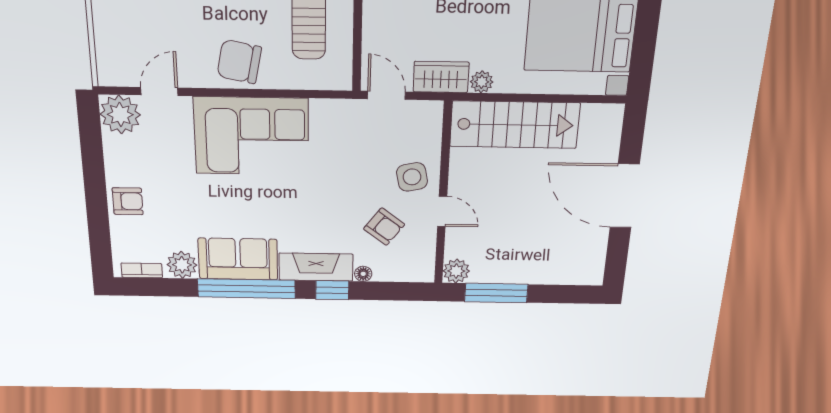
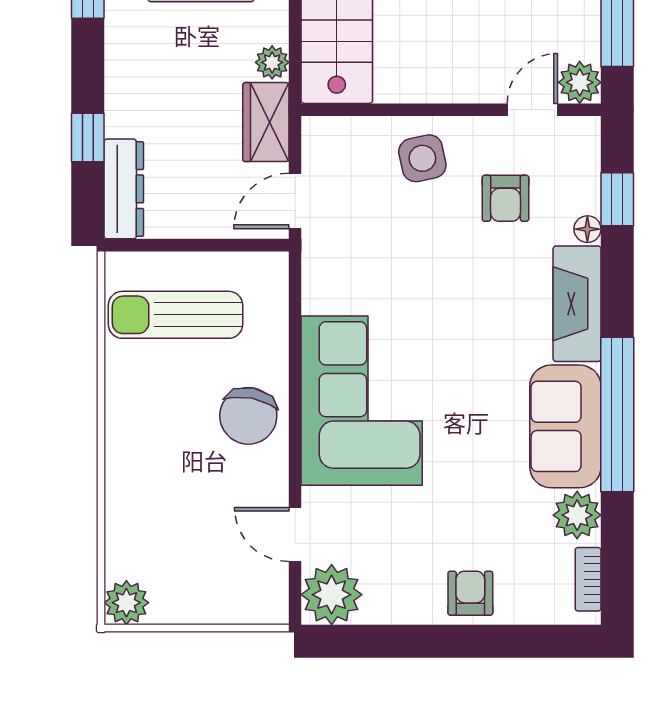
door: (442, 211) -> (532, 110), moved
armchair: (384, 227) -> (505, 198), turned 143
window: (332, 290) -> (617, 199), moved

